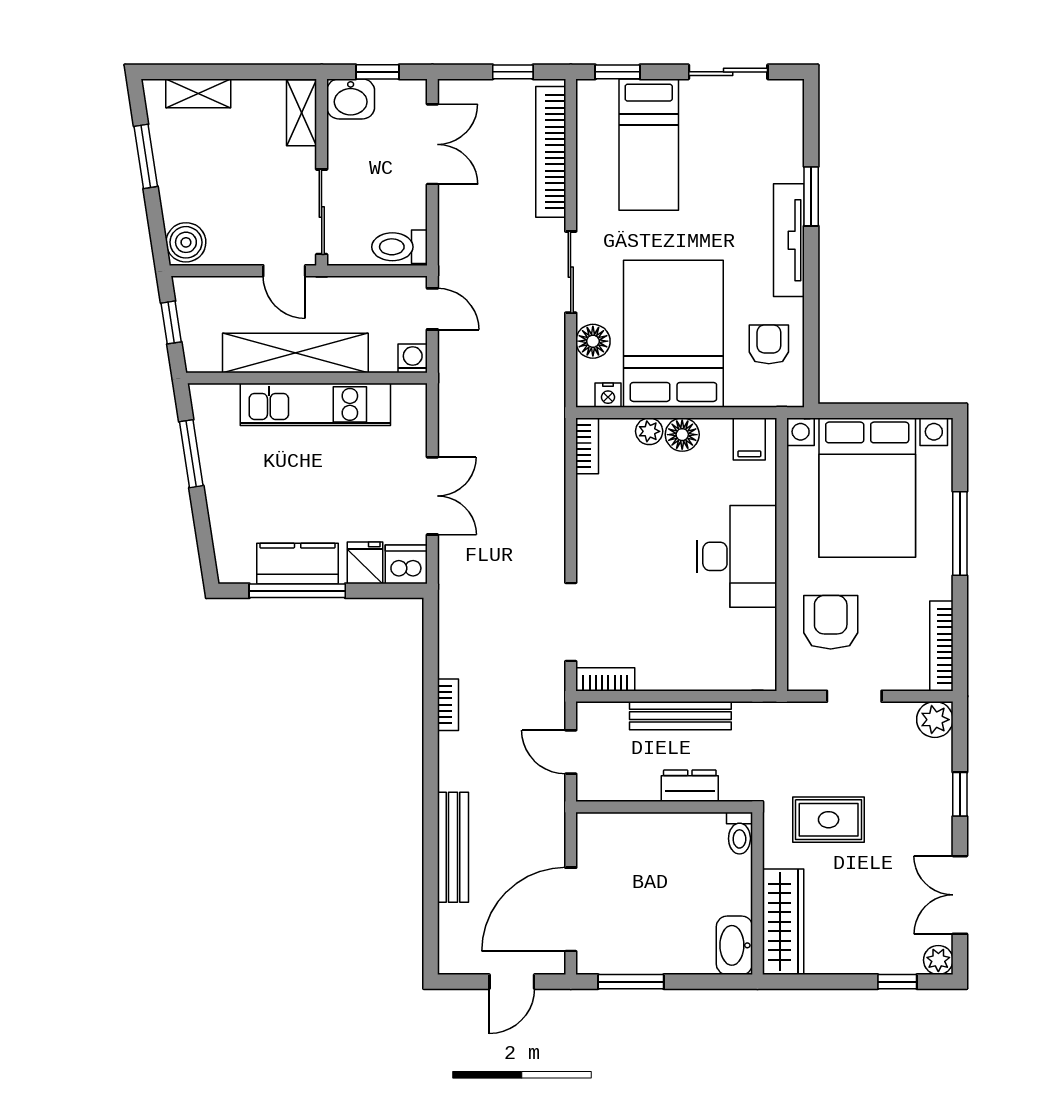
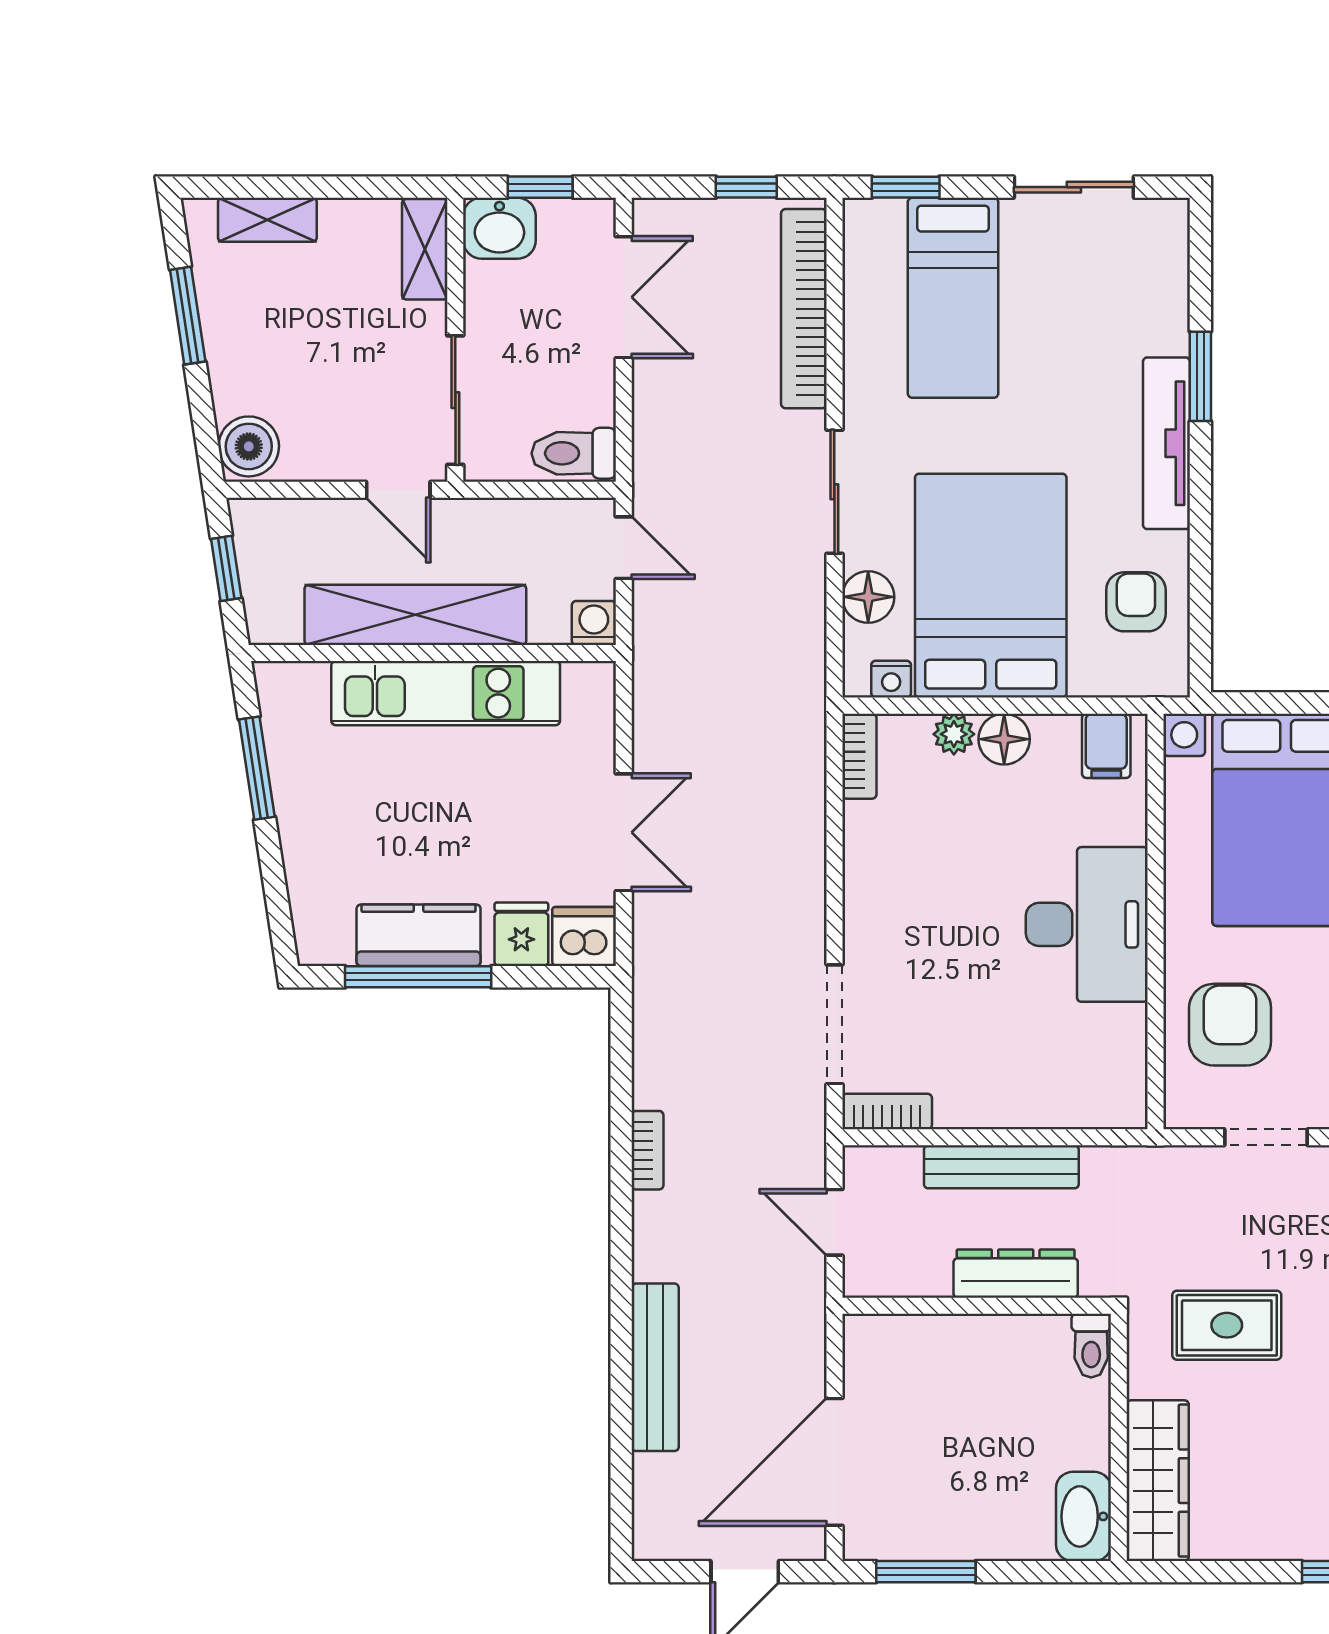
dresser: (690, 786) -> (1016, 1274), width x1.44

